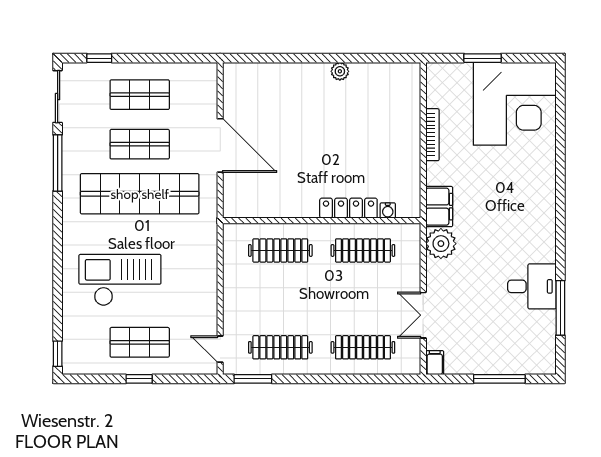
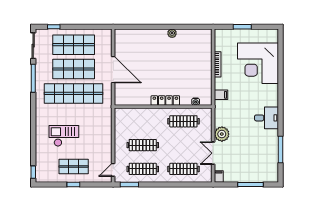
shop shelf: (140, 95) -> (74, 45), width x1.43, depth x1.36
corner desk: (515, 104) -> (258, 63), moved, turned 90
shop shelf: (140, 144) -> (74, 69), width x1.43, depth x1.36
filing cabinet: (439, 207) -> (221, 95), width x0.50
locker: (348, 208) -> (165, 100), moved
plant: (441, 244) -> (222, 134), moved
clothes rail: (280, 250) -> (143, 145), moved
checkout: (120, 280) -> (64, 136), width x0.73, depth x0.83
desk: (532, 286) -> (267, 118), moved
door: (220, 349) -> (113, 170), hinge flipped

